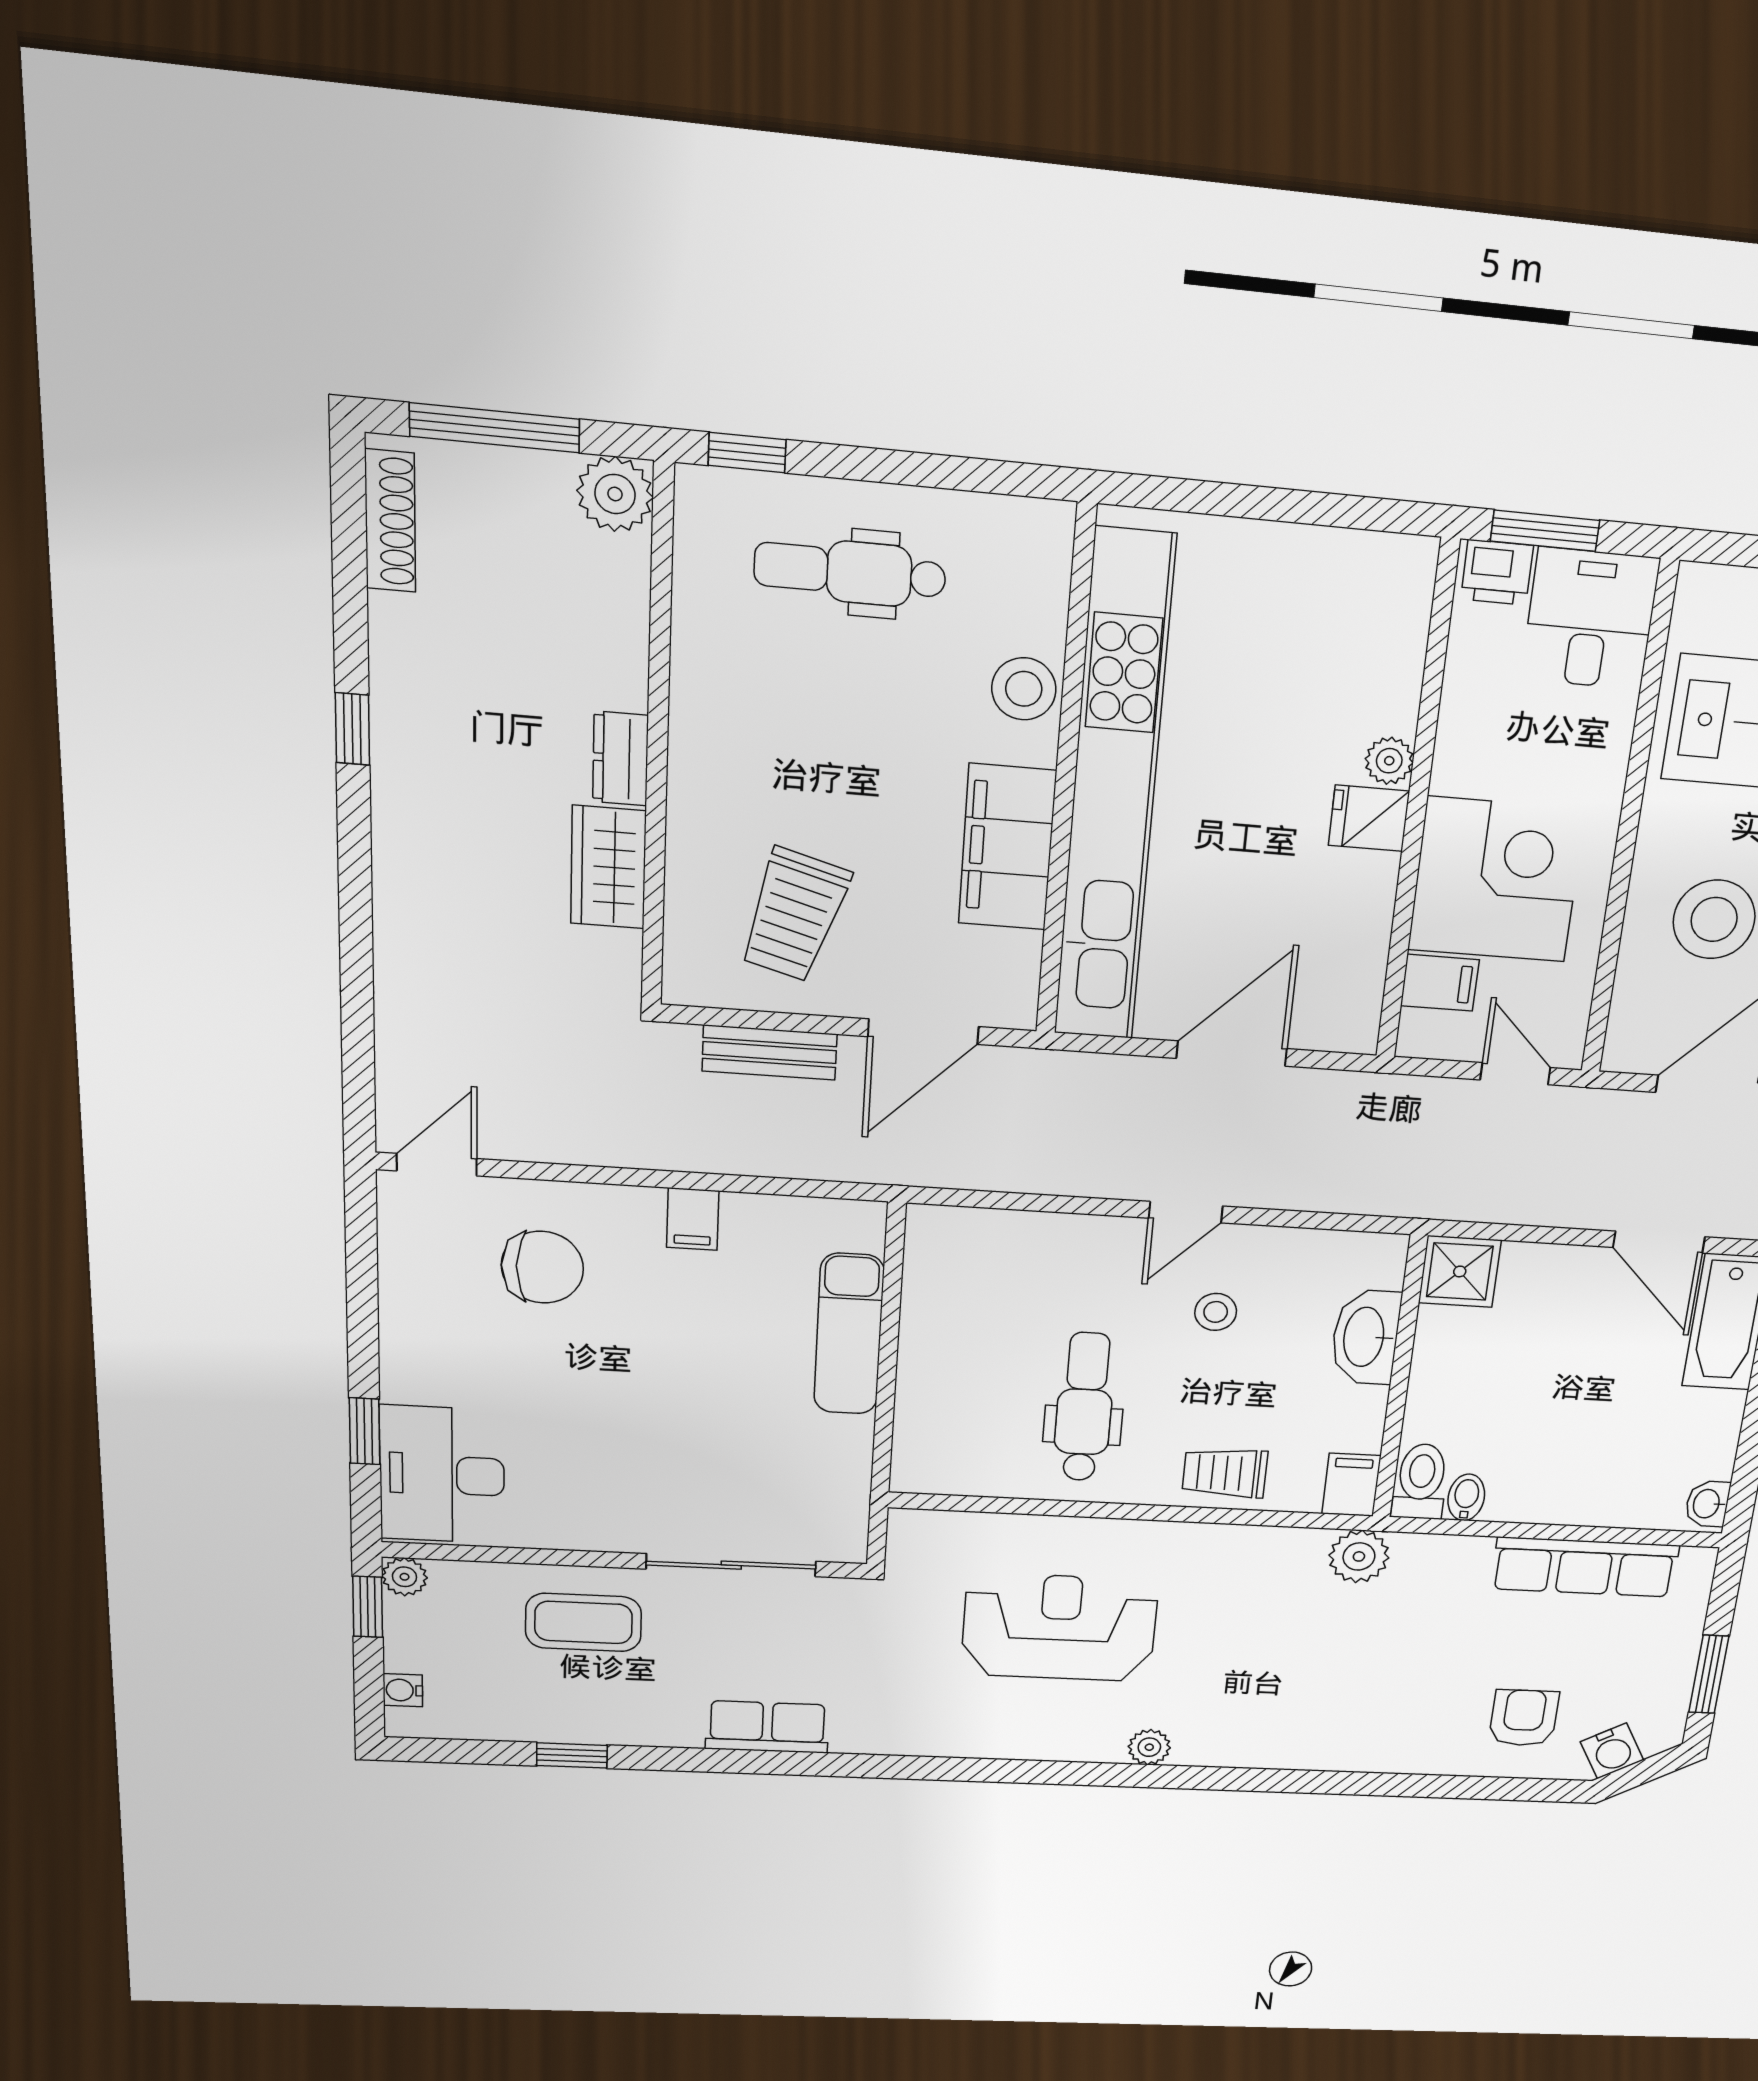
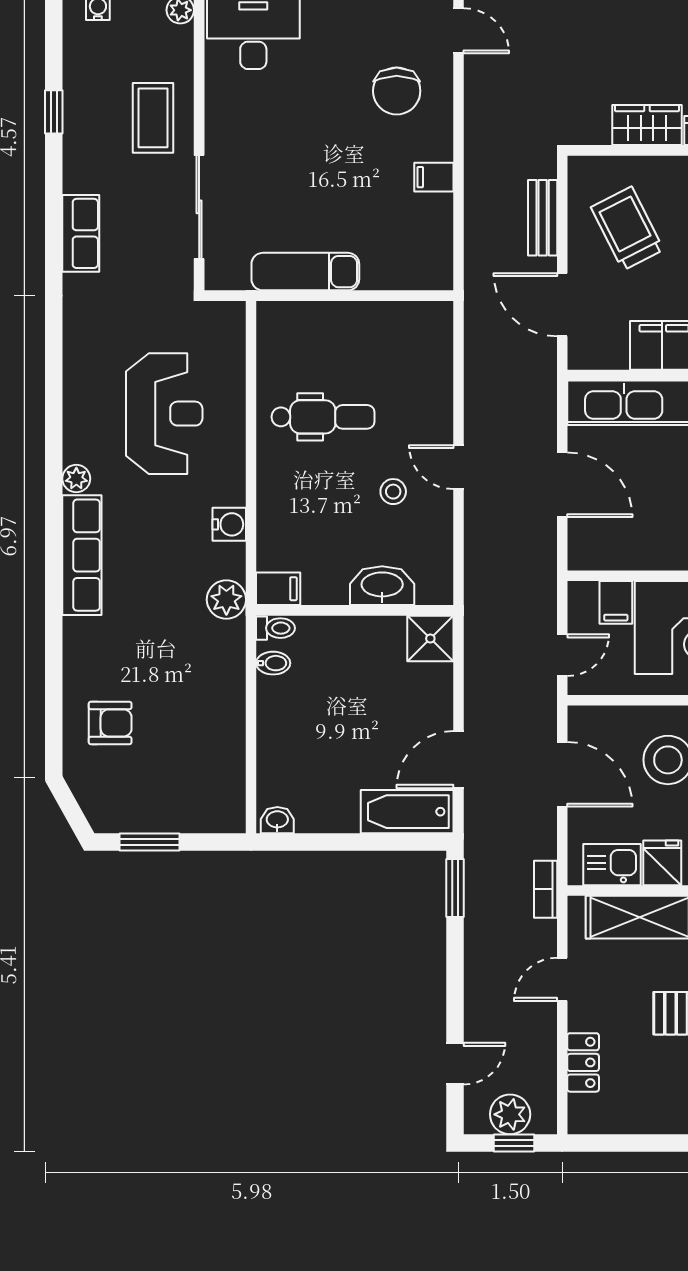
trolley: (794, 915) -> (627, 228), turned 47
exam couch: (849, 1334) -> (305, 272), moved
trolley: (1225, 1473) -> (282, 508), removed
toilet: (1421, 1481) -> (275, 628), width x0.73, depth x0.72
row of seats: (1585, 1567) -> (82, 555), moved, turned 180
water cooler: (1612, 1751) -> (229, 524), moved, turned -151

